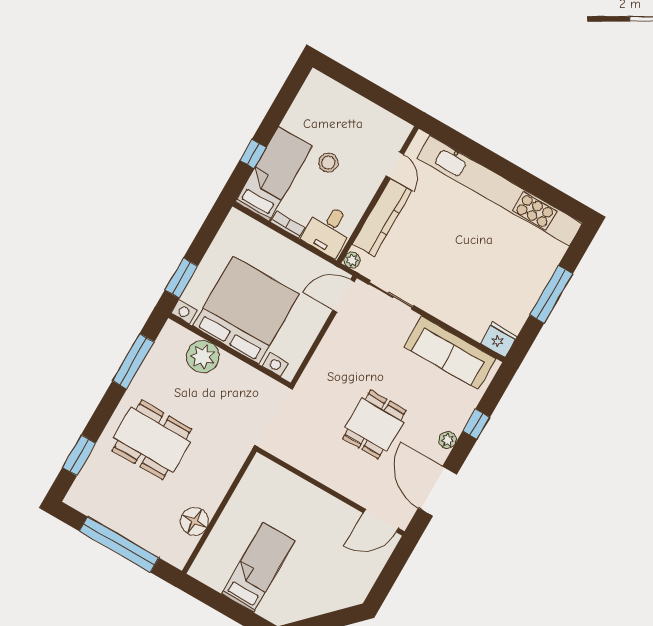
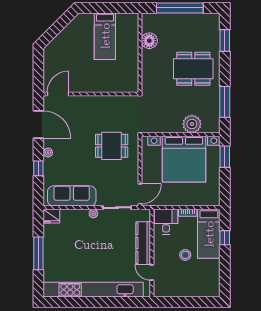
plant: (352, 260) -> (93, 214), moved
dining table: (374, 424) -> (112, 146), moved, turned 90

